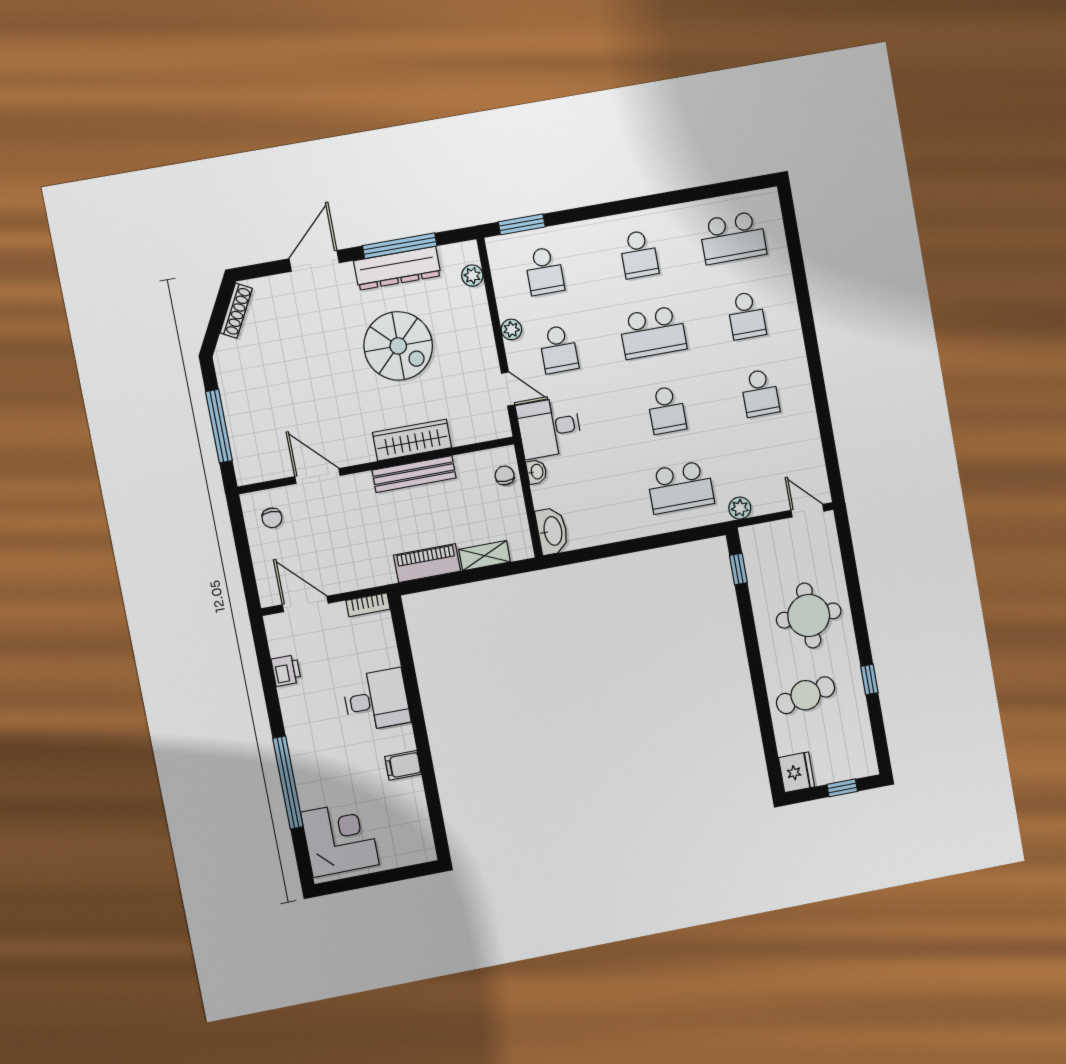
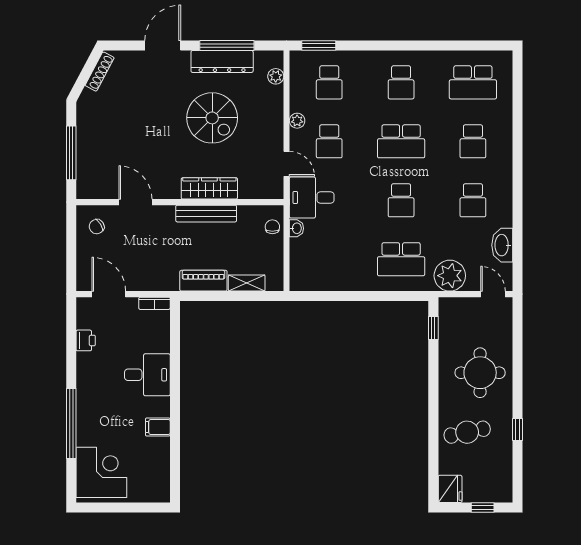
plant: (740, 508) -> (450, 276), width x1.88, depth x1.88
chair: (272, 518) -> (97, 227), turned 58
washbasin: (552, 531) -> (502, 245), moved, turned 180

